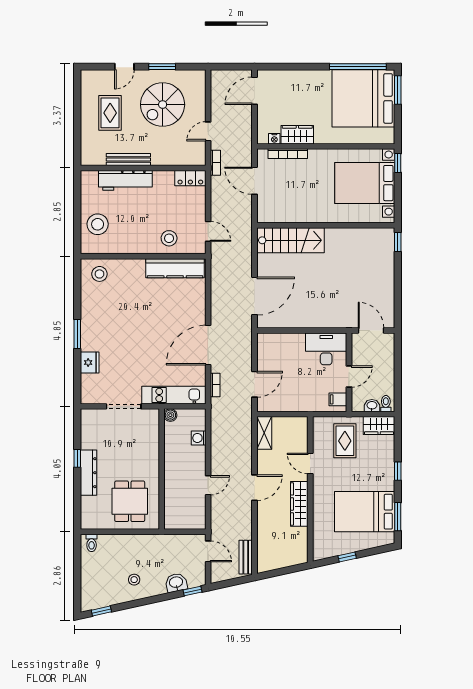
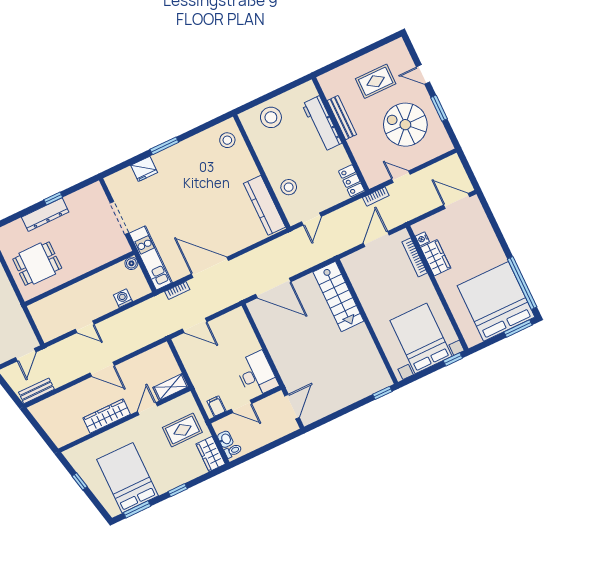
shelving: (264, 433) -> (171, 387), moved

